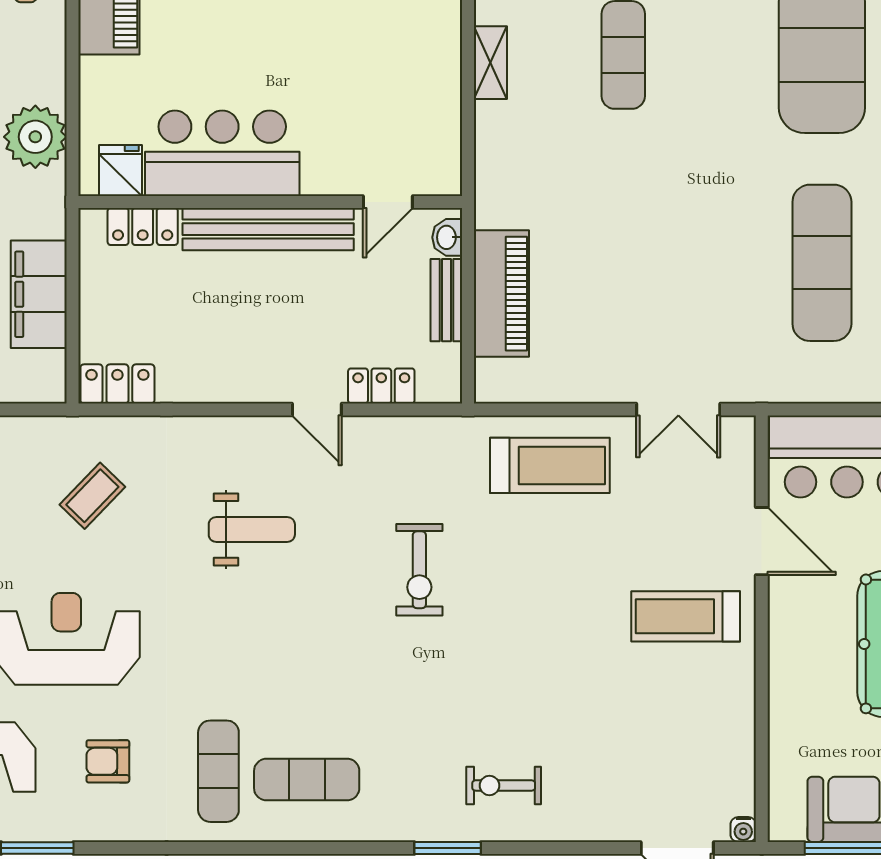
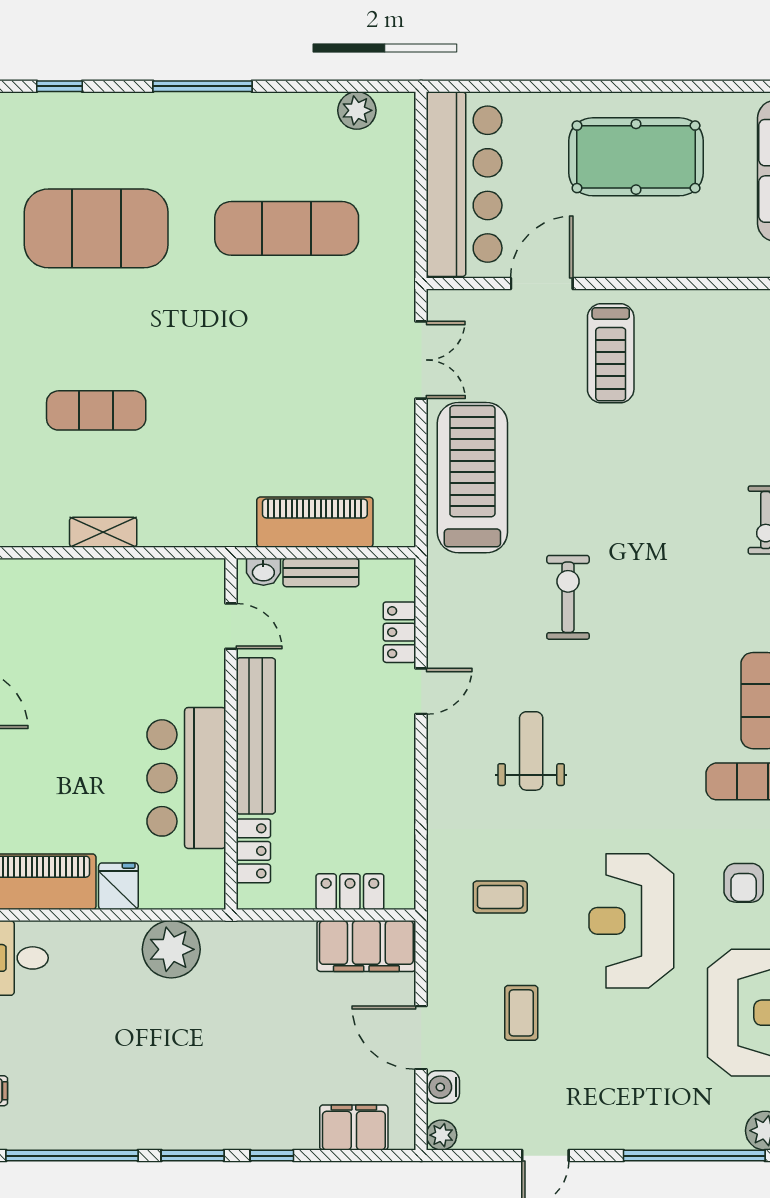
fridge: (121, 170) -> (118, 886), moved, turned 90
filing cabinet: (39, 294) -> (366, 946), moved
locker: (117, 384) -> (350, 892), moved, turned 90
treadmill: (550, 465) -> (472, 478), width x1.37, depth x1.38
coffee table: (92, 496) -> (500, 897), turned -44
exercise bike: (419, 570) -> (568, 597), turned -90

